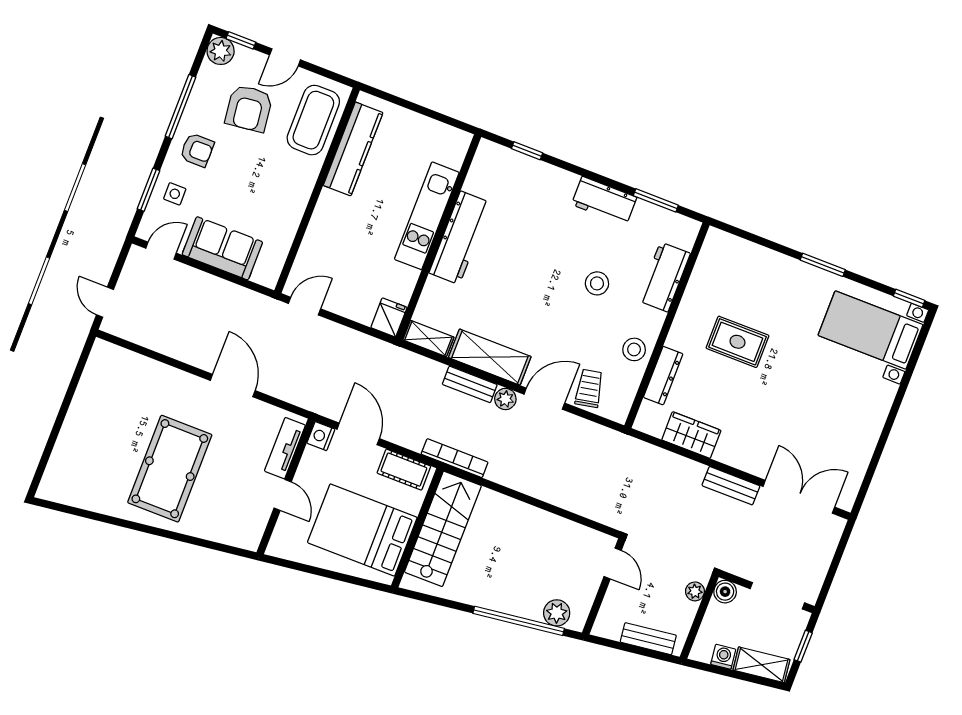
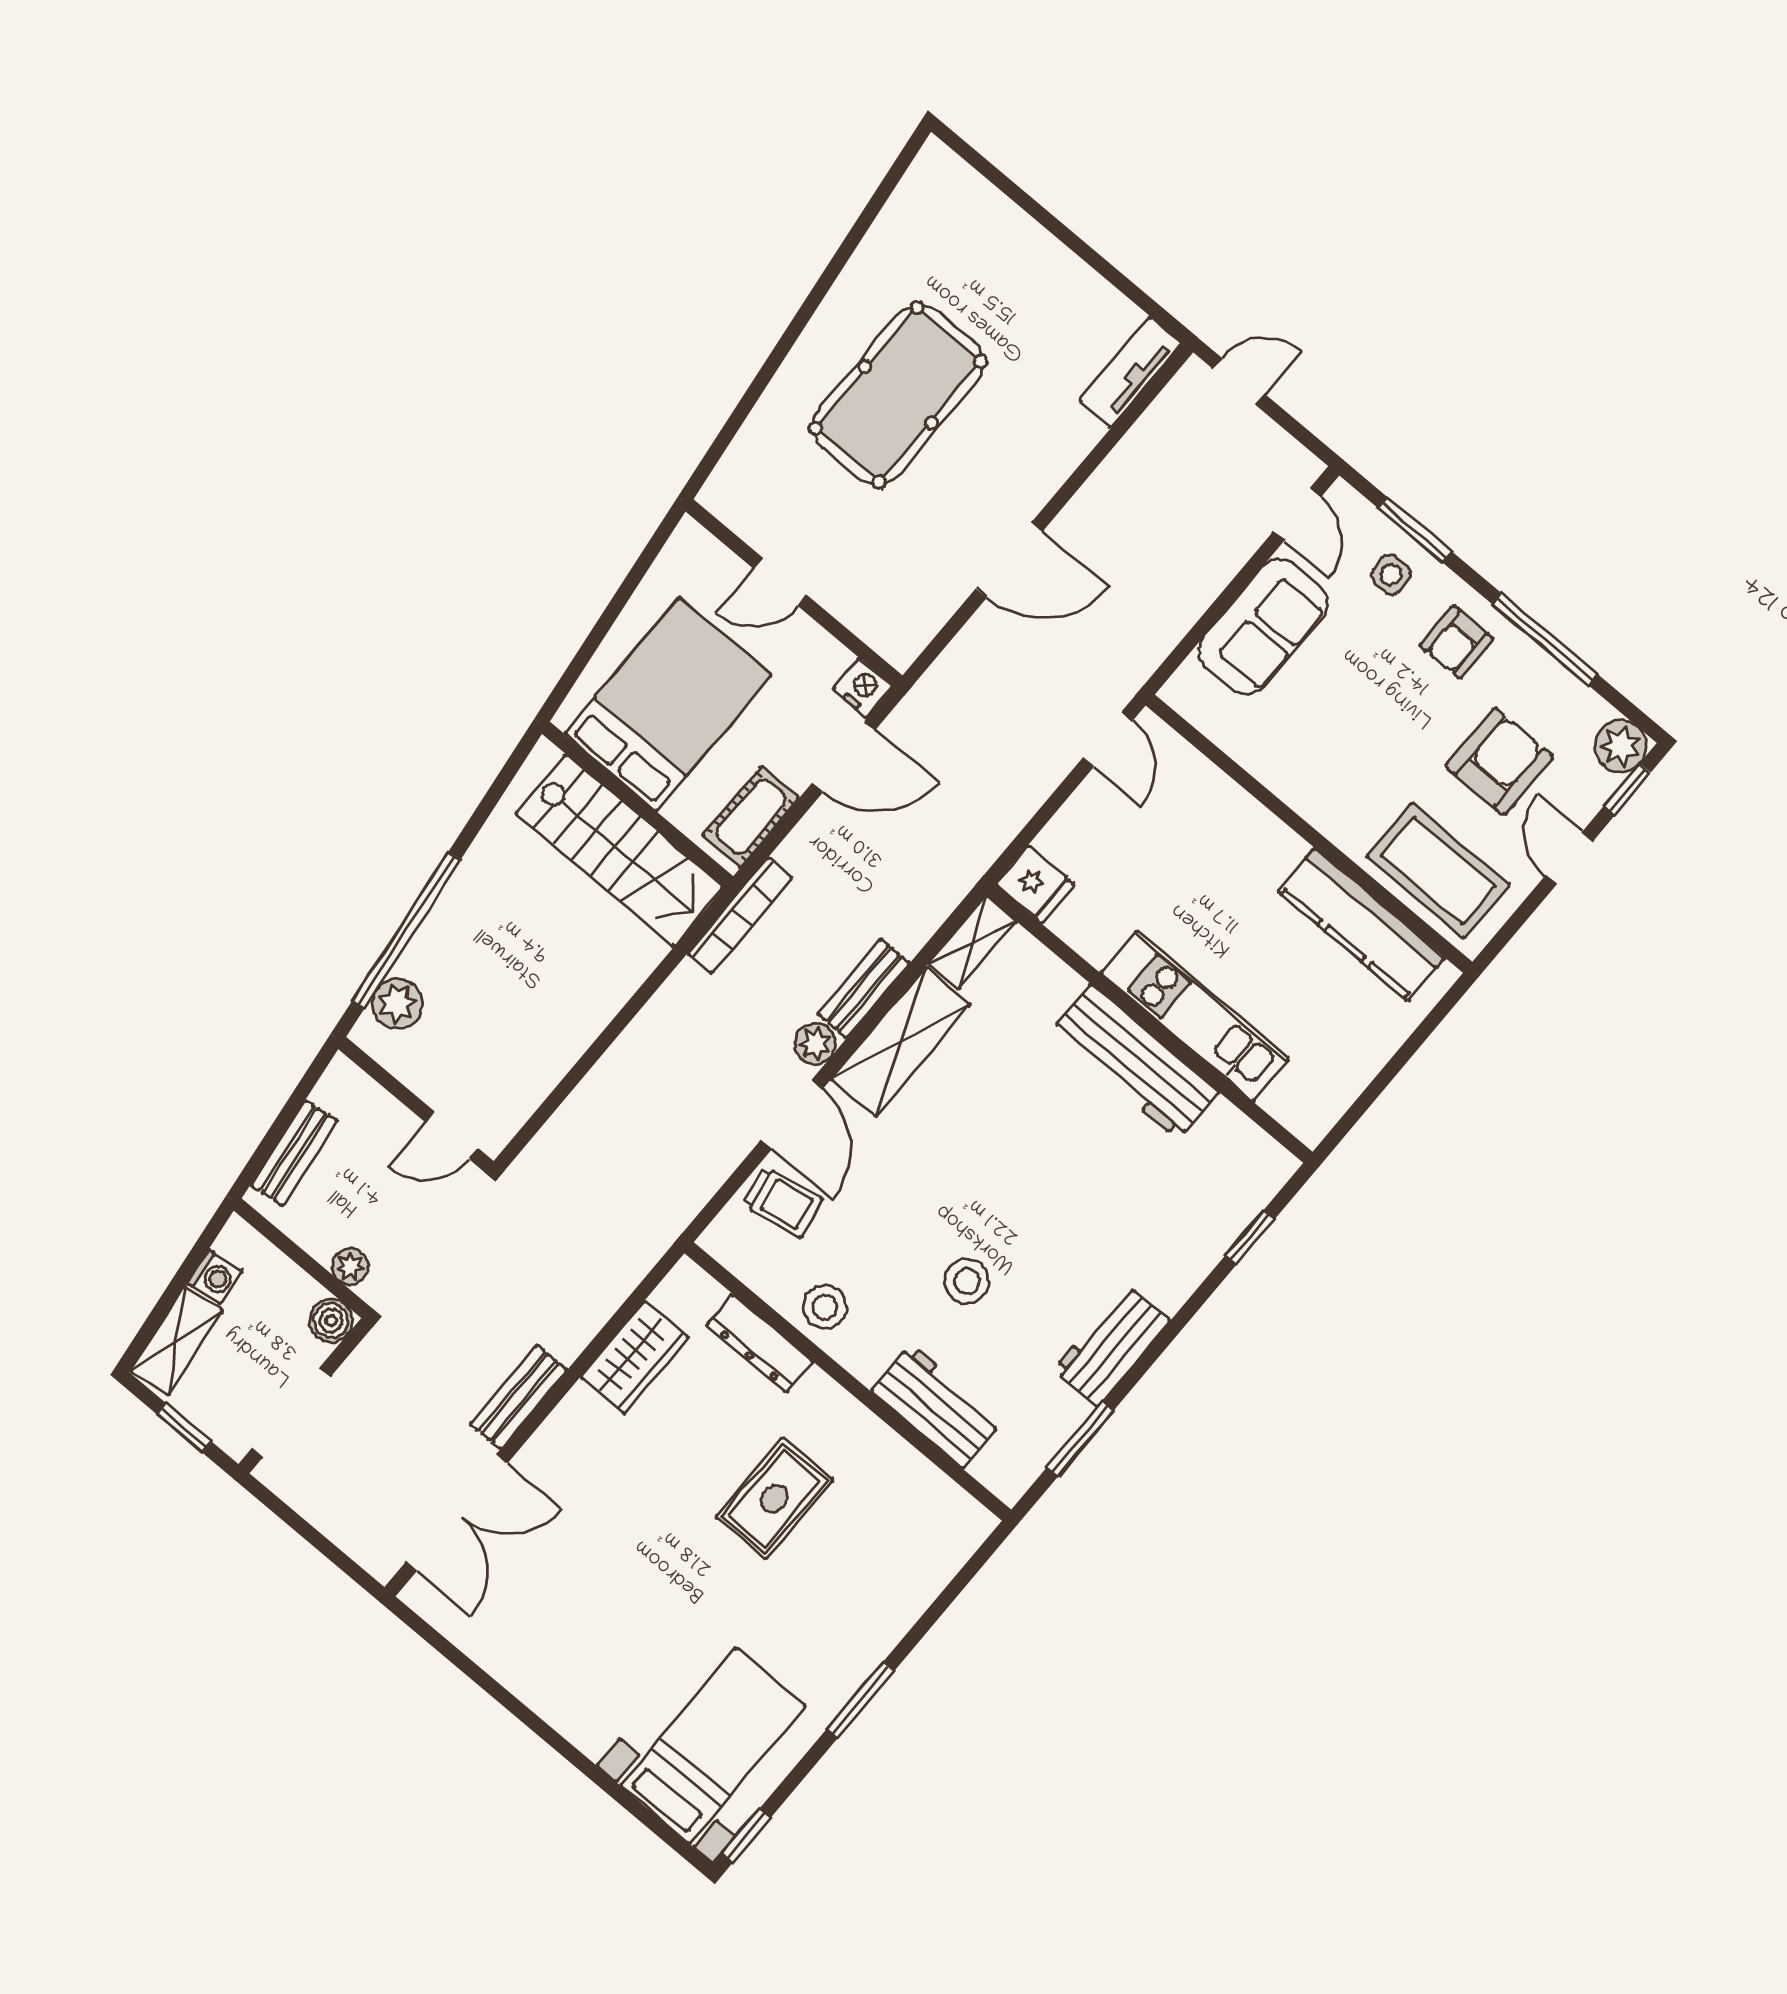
armchair: (249, 108) -> (1500, 761), turned 97
tv unit: (285, 448) -> (1131, 372), moved, turned -90
pool table: (170, 469) -> (898, 395), turned 90

